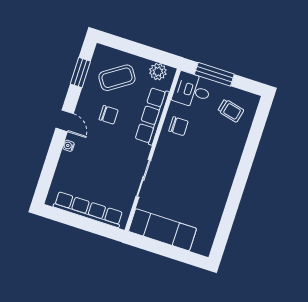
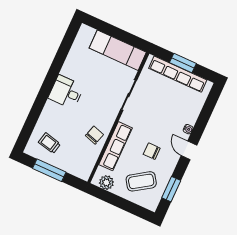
window: (214, 74) -> (49, 170), moved
desk: (192, 90) -> (66, 92), moved, turned 180
chair: (178, 126) -> (95, 135), turned 107
window: (84, 223) -> (183, 63), added

